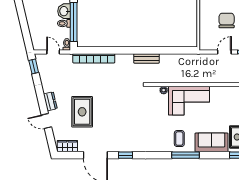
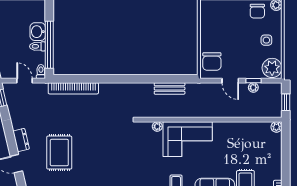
chair: (227, 20) -> (212, 61), moved, turned 180
door: (224, 52) -> (230, 81), swing flipped
bench: (147, 58) -> (170, 88), moved

